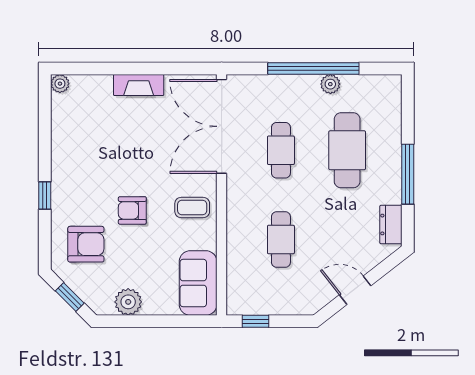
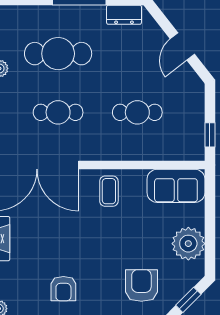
armchair: (132, 210) -> (63, 289), moved
plant: (128, 302) -> (188, 244), width x1.36, depth x1.36

